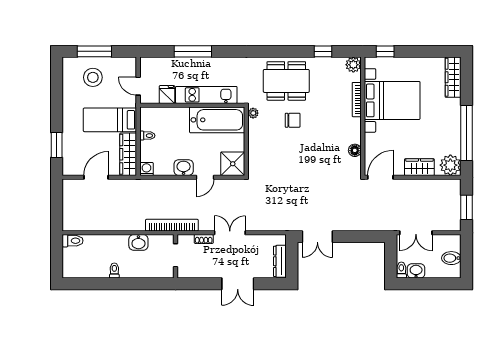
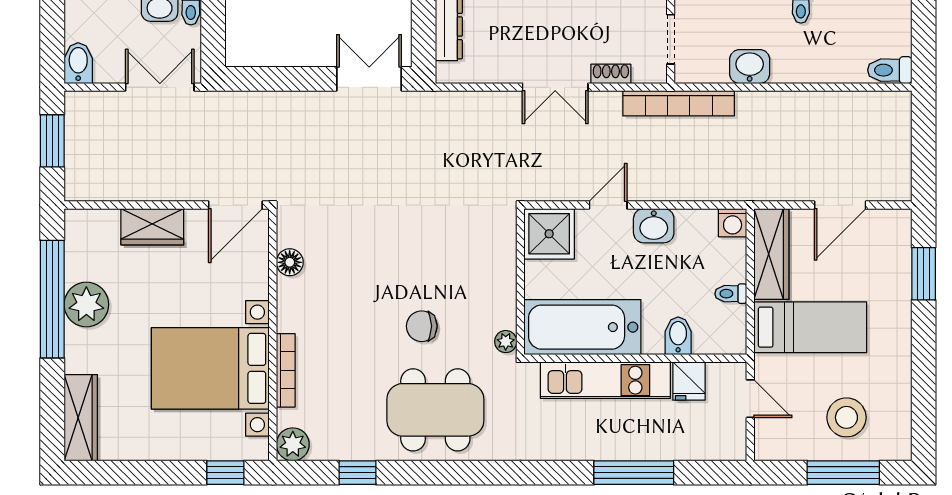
bidet: (172, 116) -> (678, 336), added
plant: (450, 165) -> (86, 304), moved
bidet: (451, 258) -> (78, 63), moved, turned -90

